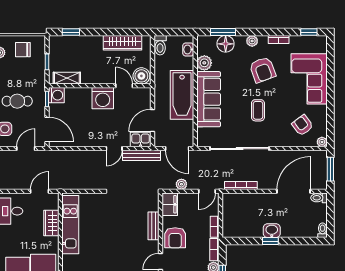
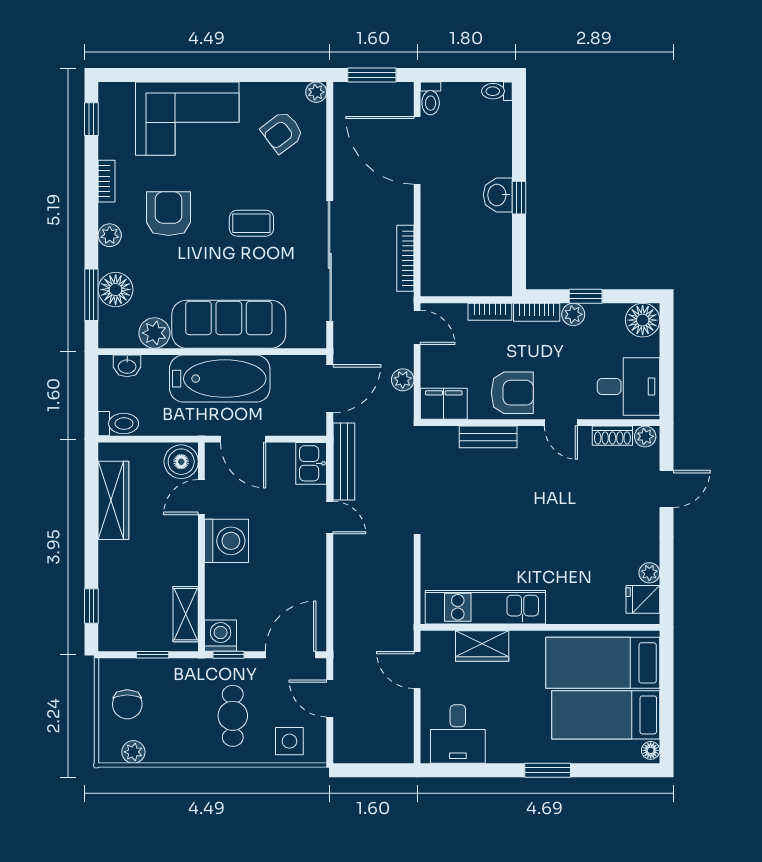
armchair: (263, 70) -> (168, 214), turned -70
door: (152, 120) -> (243, 439), moved

